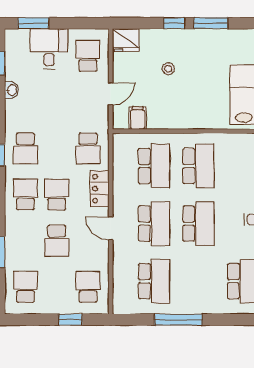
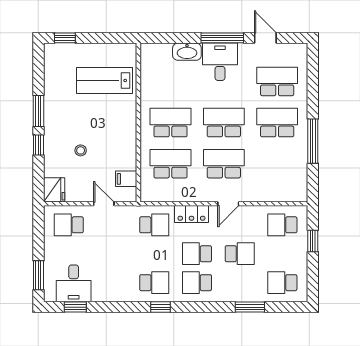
desk: (49, 49) -> (74, 283), moved, turned -90
washbasin: (12, 90) -> (100, 295), removed
school desk: (154, 281) -> (277, 123), moved

